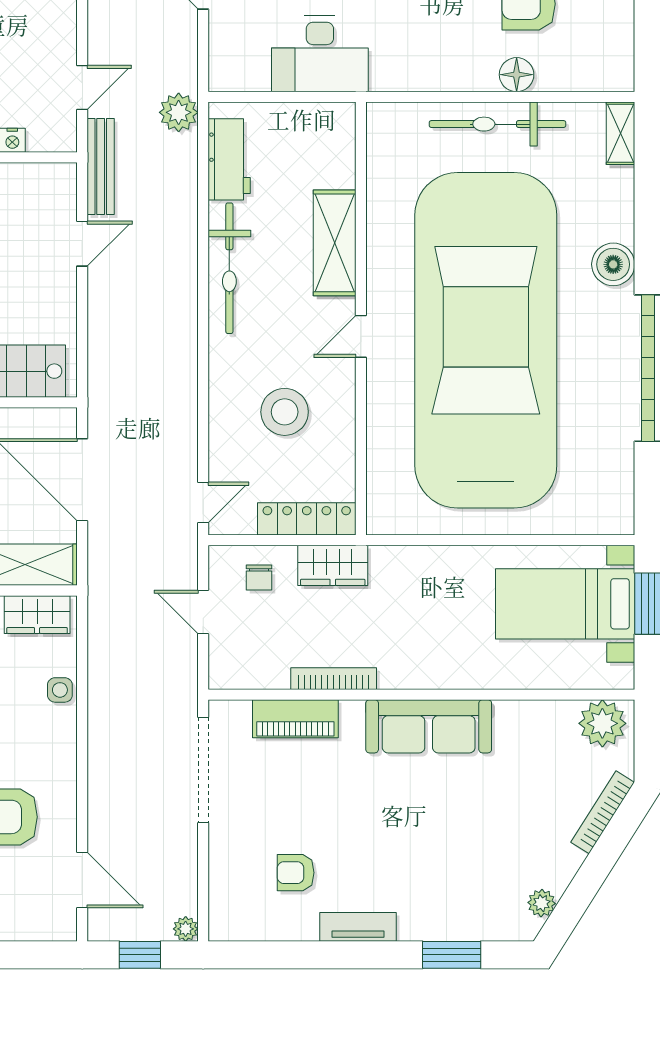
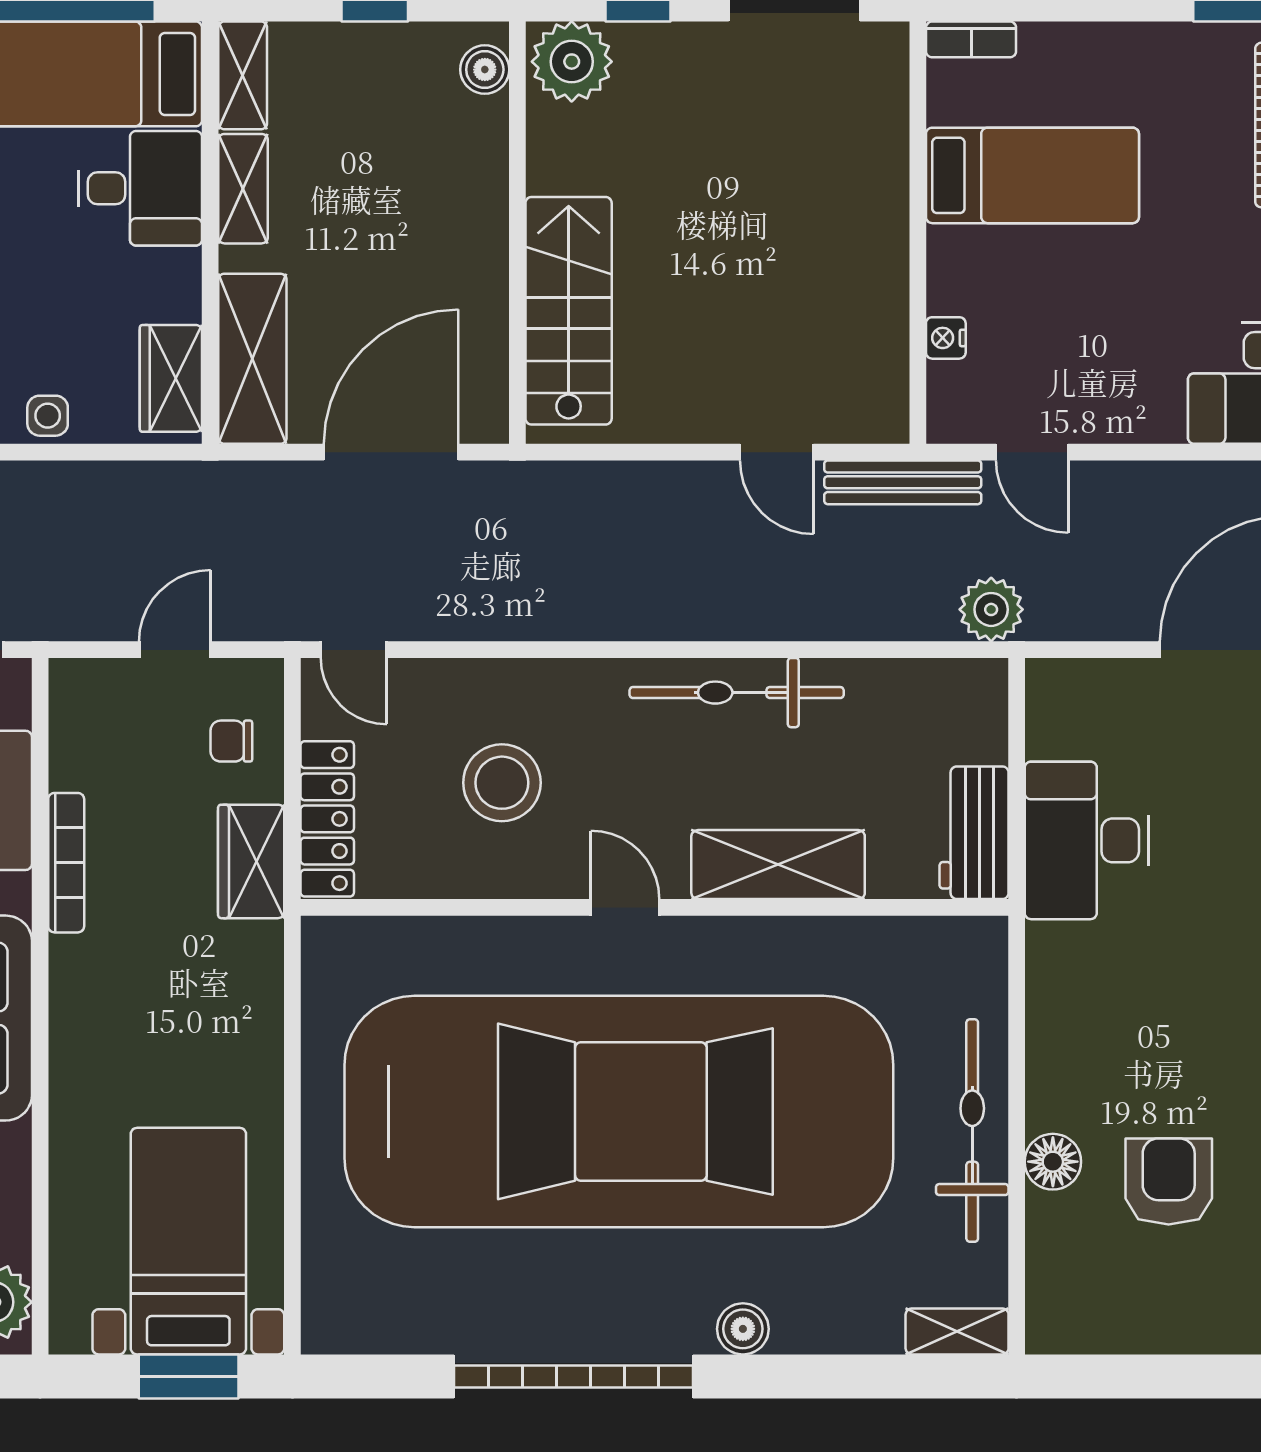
workbench: (229, 159) -> (974, 833), moved, turned 90
boiler: (613, 264) -> (743, 1329), width x0.73, depth x0.73

